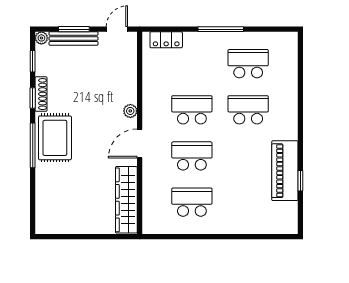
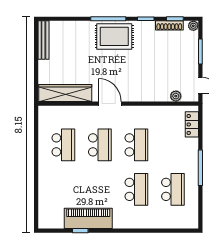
bench: (74, 38) -> (43, 40), moved
shoe rack: (41, 94) -> (169, 25), moved
plant: (130, 111) -> (176, 96), moved

